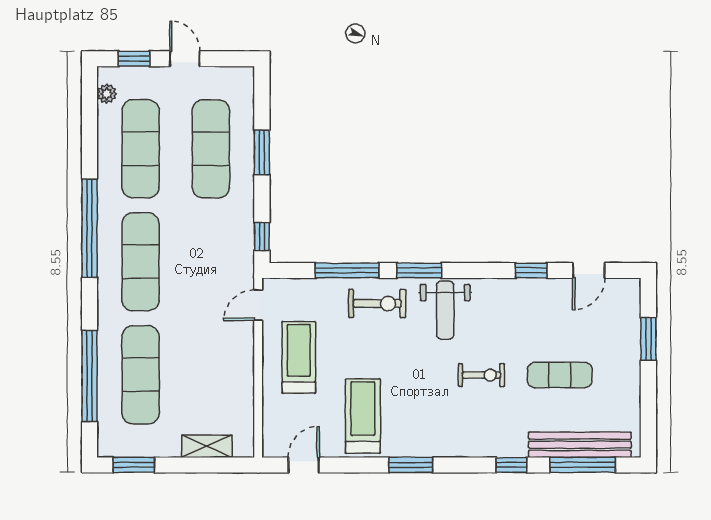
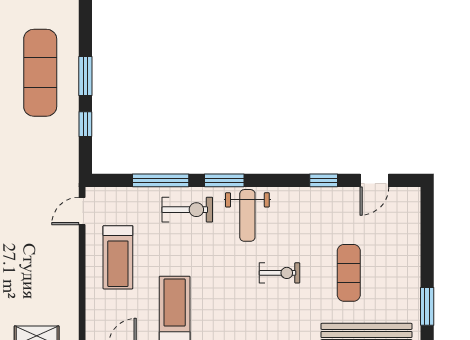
window: (262, 237) -> (85, 124), moved
window: (648, 339) -> (427, 306), moved
treadmill: (299, 357) -> (118, 257), turned 180
exercise mat: (560, 375) -> (349, 273), turned 90

